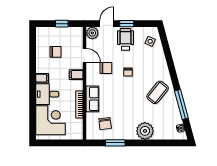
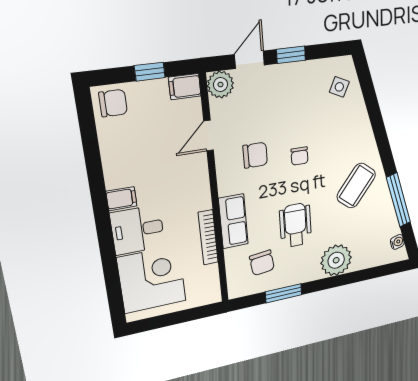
wheelchair: (125, 39) -> (296, 225), moved
chair: (56, 52) -> (113, 103), moved
door: (85, 55) -> (209, 136), swing flipped
filing cabinet: (76, 75) -> (185, 87), moved

